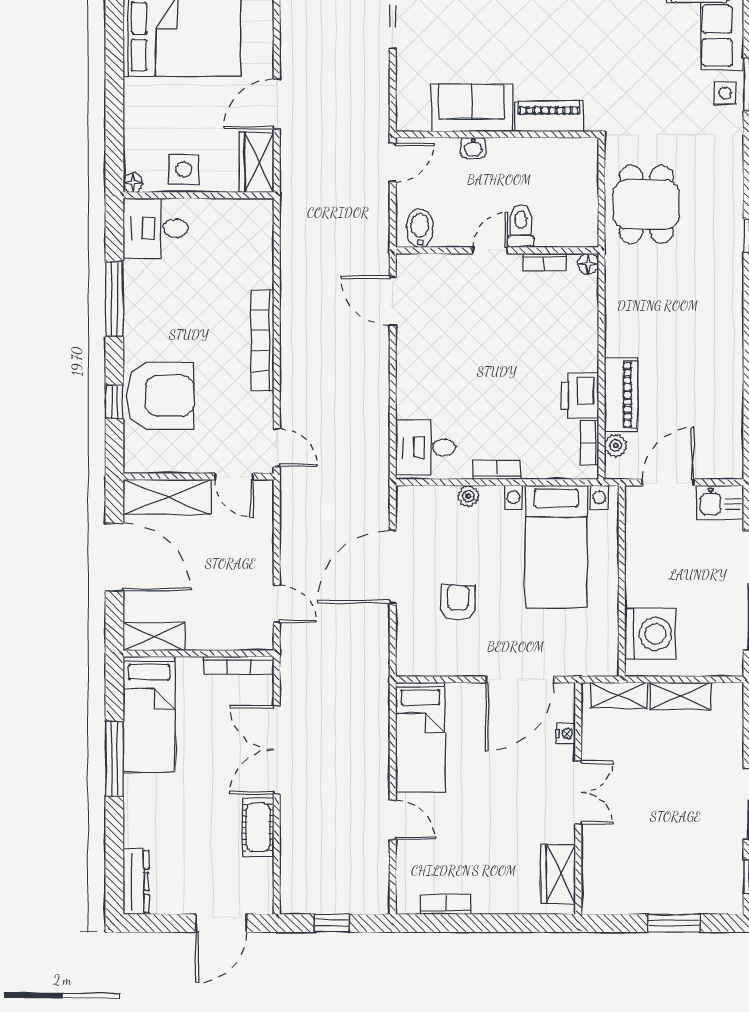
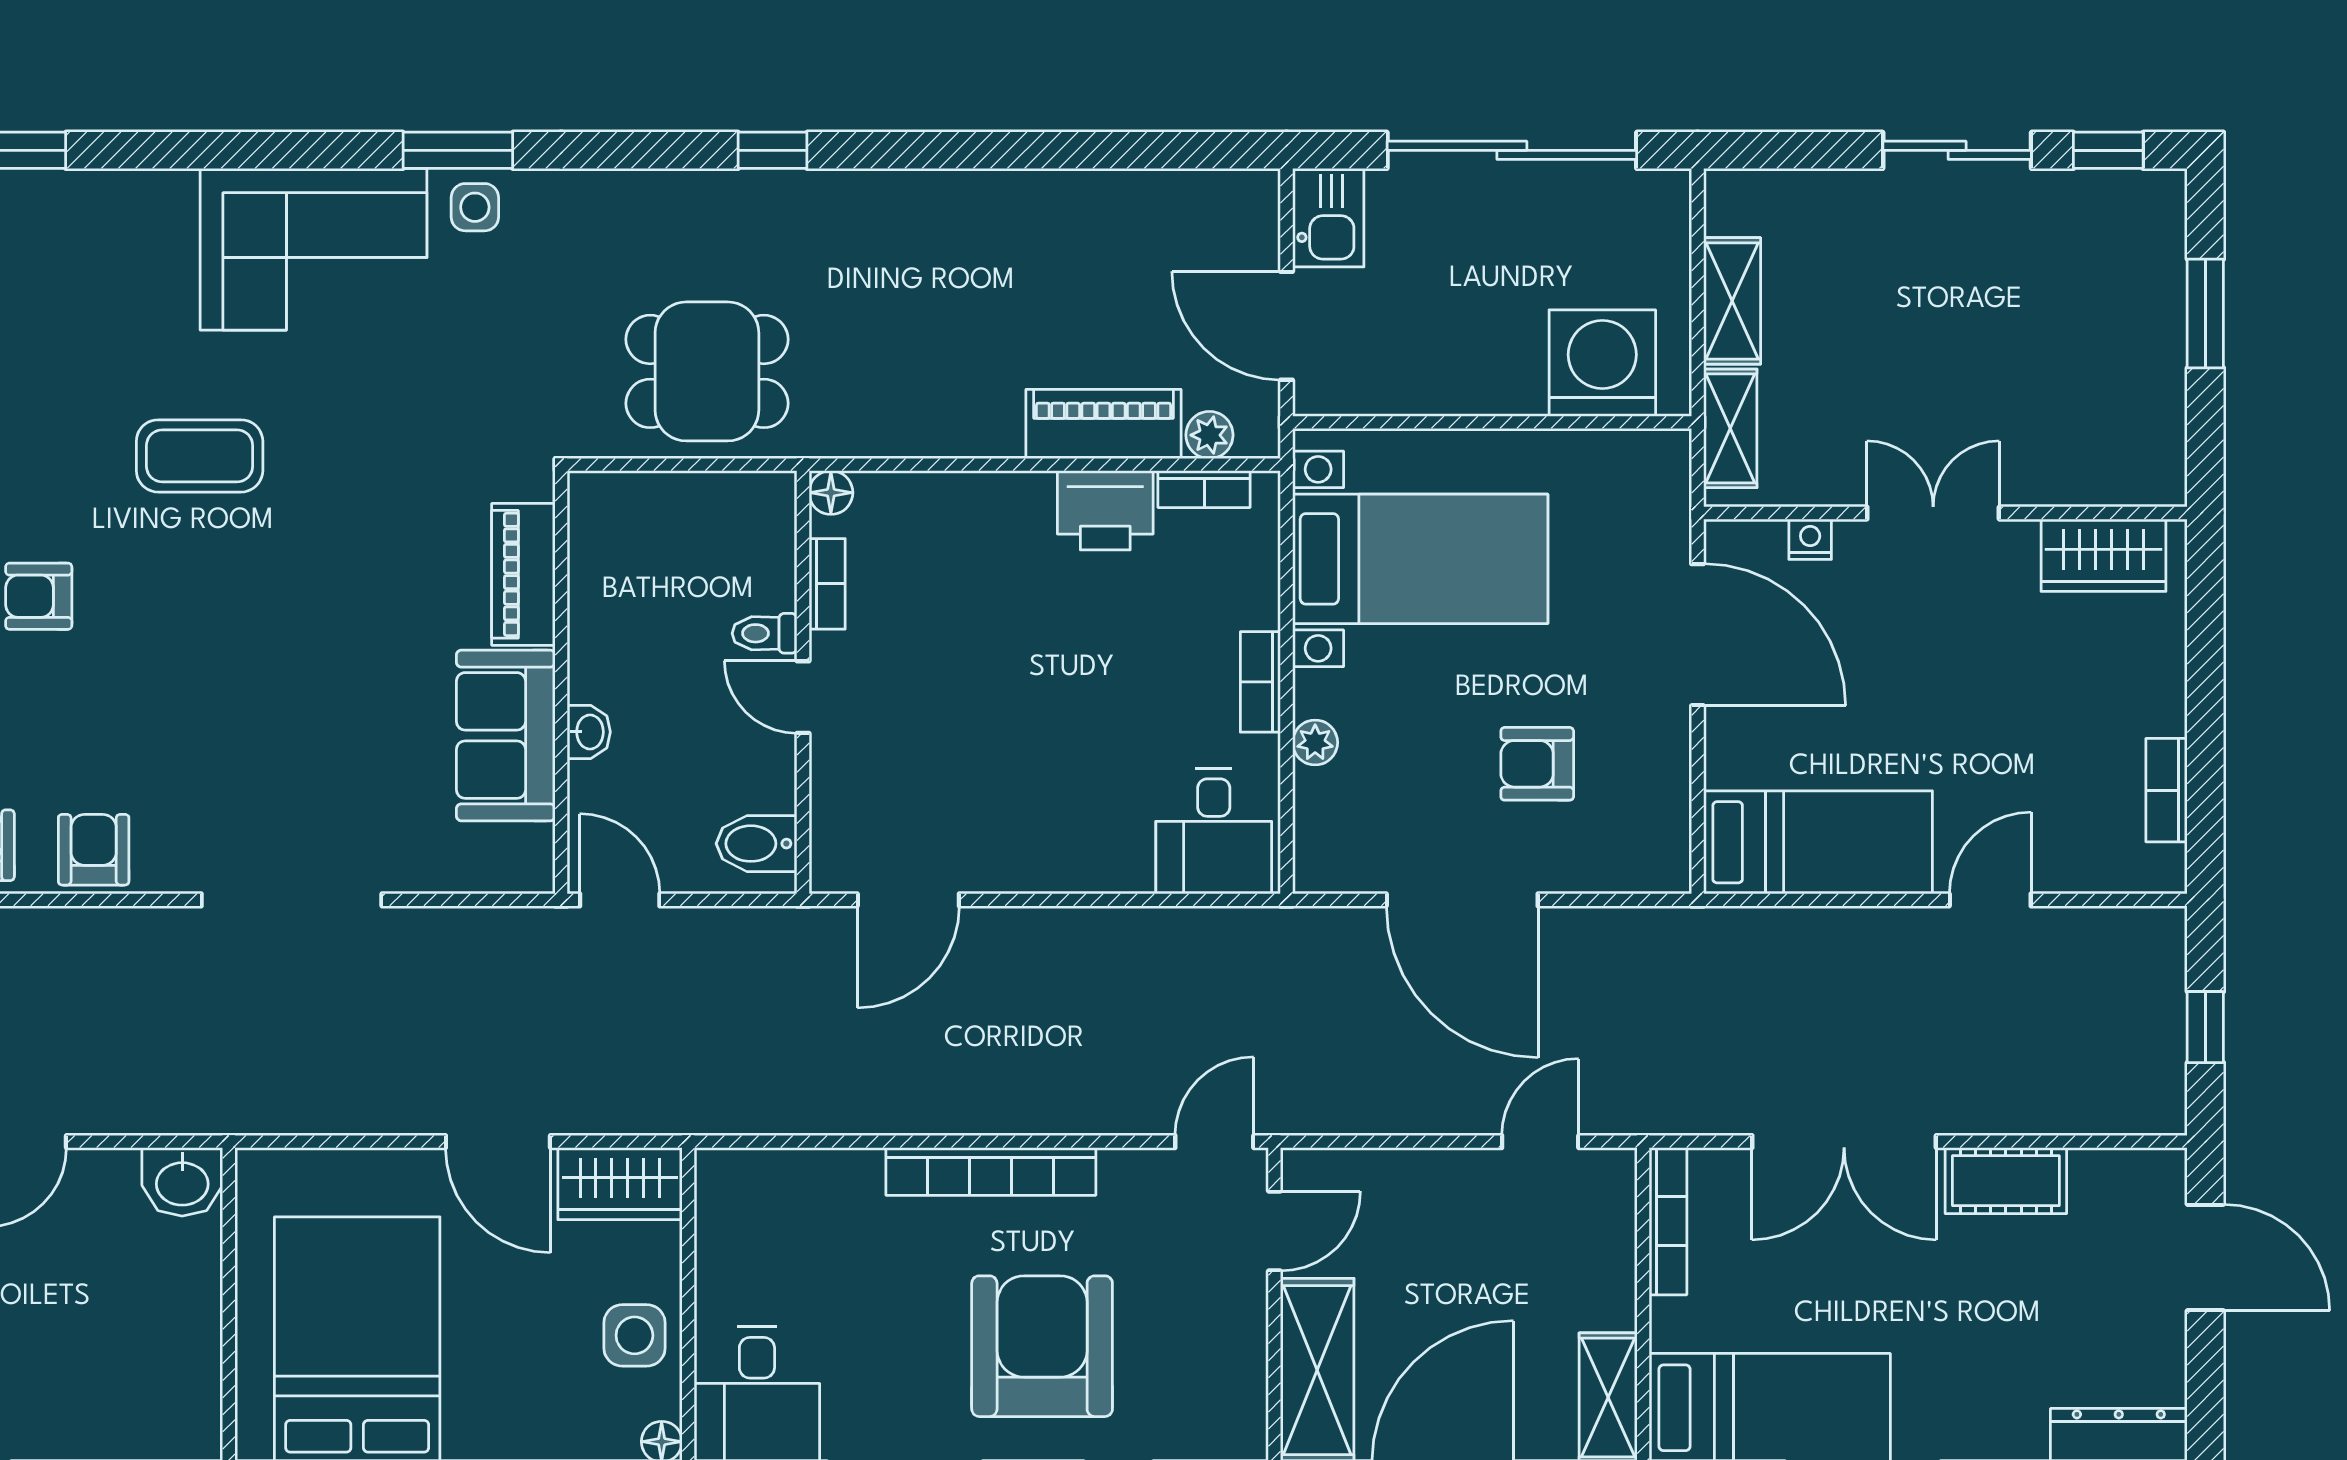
toilet: (521, 226) -> (765, 633), width x0.73, depth x0.72
armchair: (160, 396) -> (1042, 1346), moved

